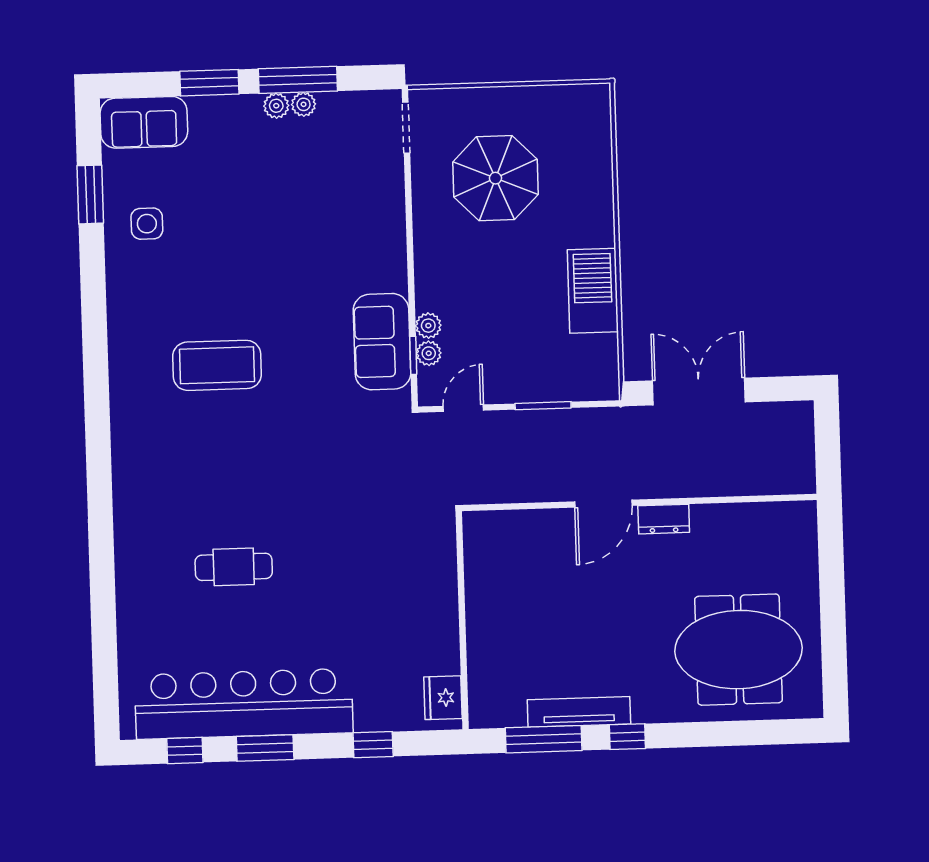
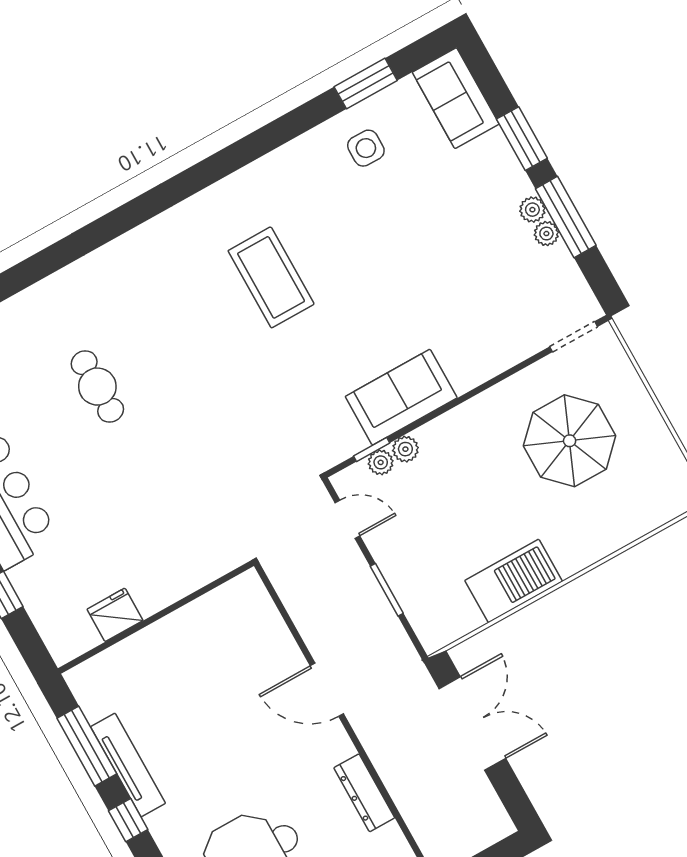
sofa: (382, 342) -> (401, 397), moved
dresser: (664, 519) -> (364, 793), moved, width x1.44
fridge: (443, 698) -> (115, 615), moved

